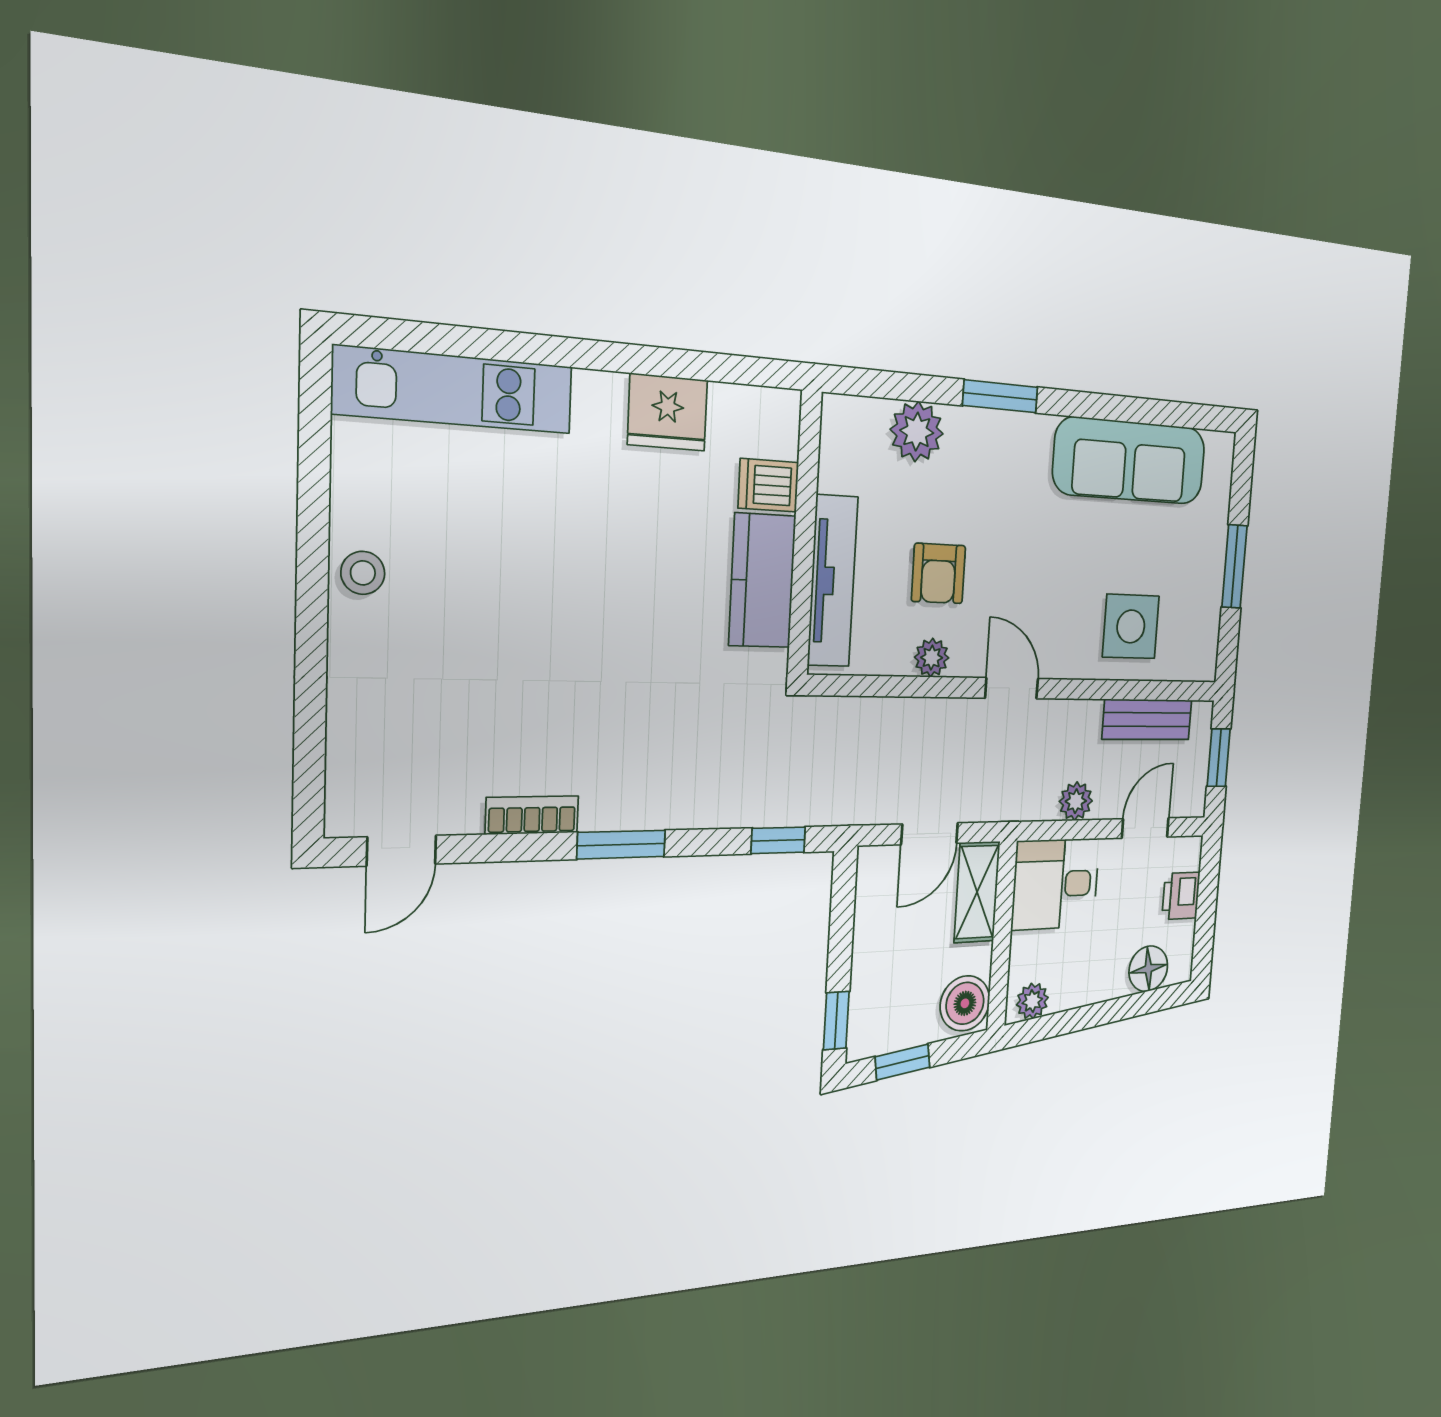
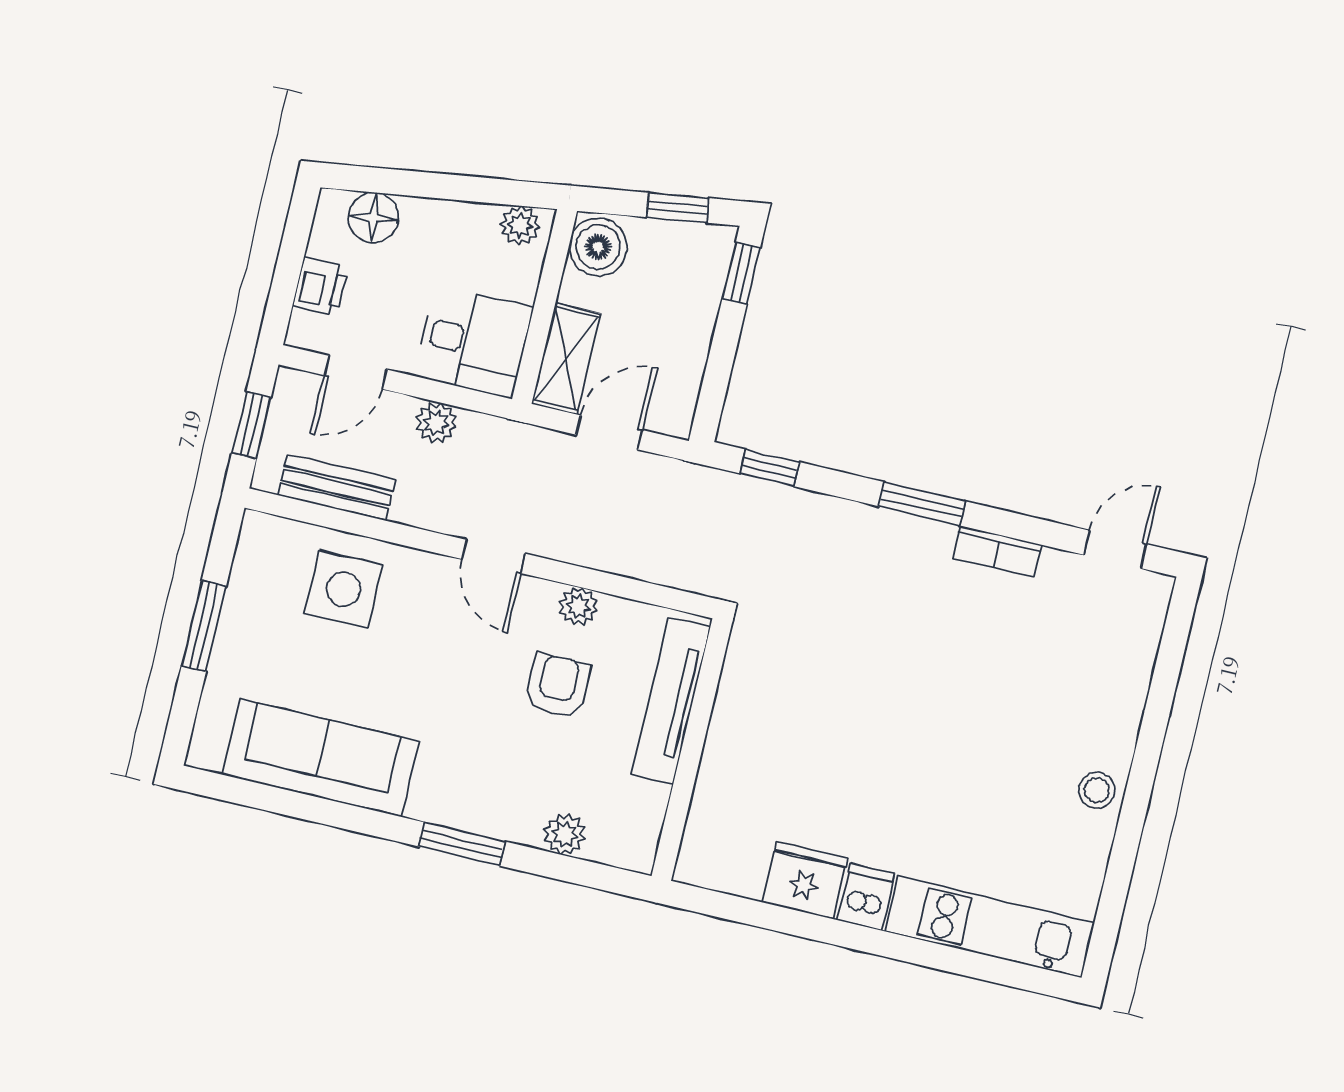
plant: (917, 432) -> (565, 834), width x0.73, depth x0.73
dishwasher: (768, 485) -> (866, 897), moved, turned -90
kitchen counter: (762, 581) -> (742, 715), removed

